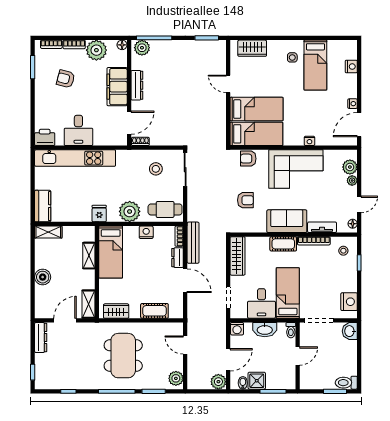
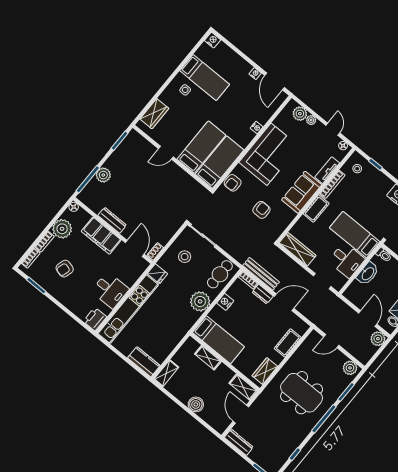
plant: (142, 48) -> (103, 175), moved
nightstand: (351, 67) -> (213, 40), moved
fridge: (99, 214) -> (157, 274), moved, turned 180
washing machine: (237, 329) -> (350, 293), removed

